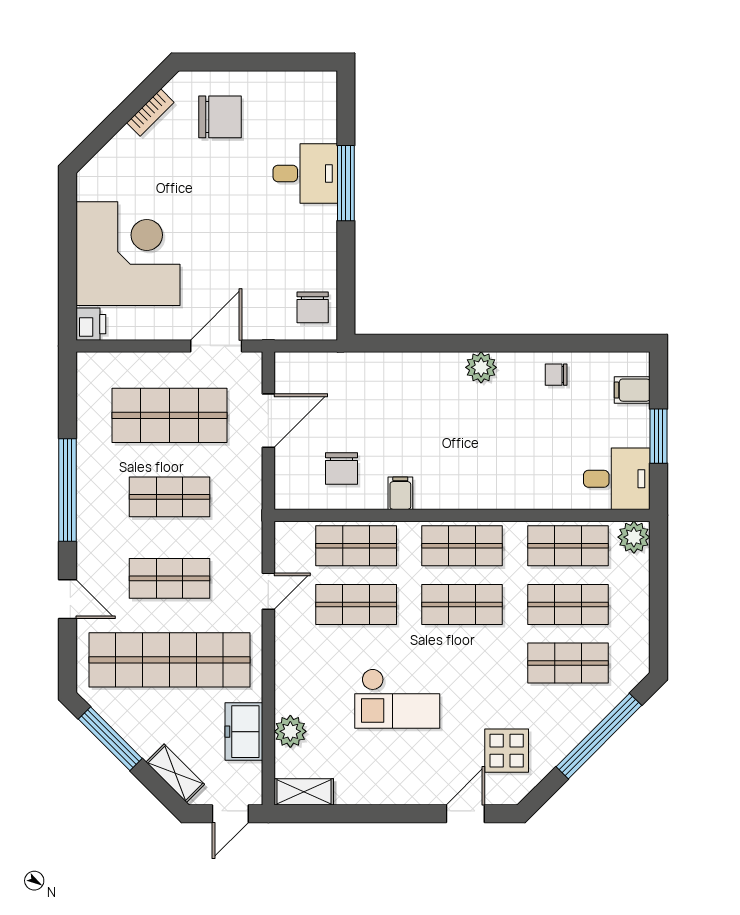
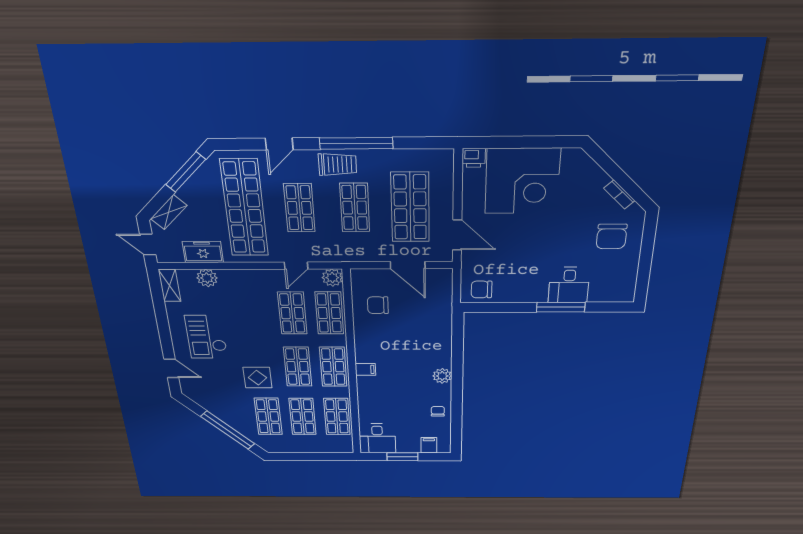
filing cabinet: (400, 493) -> (365, 369), moved
trolley: (100, 518) -> (337, 164), added
plant: (634, 537) -> (332, 278), moved
door: (268, 591) -> (296, 266), hinge flipped
checkout: (397, 699) -> (206, 337), moved
display table: (507, 751) -> (257, 378), moved

